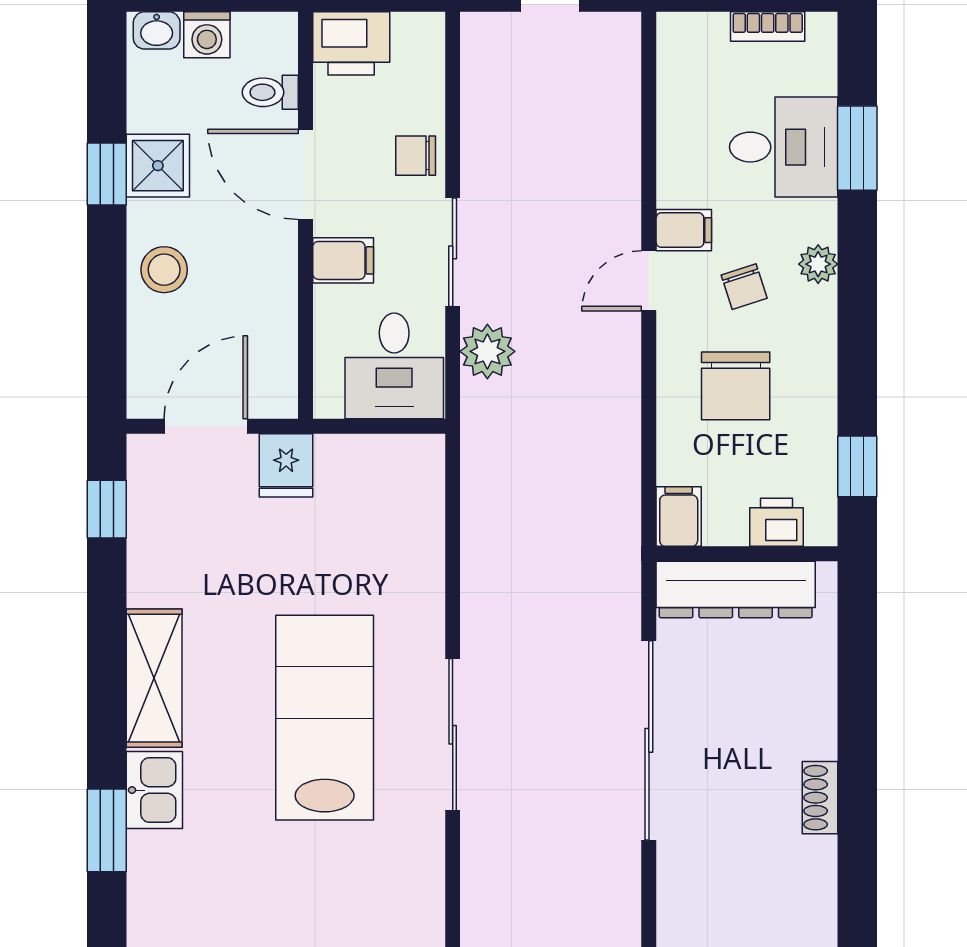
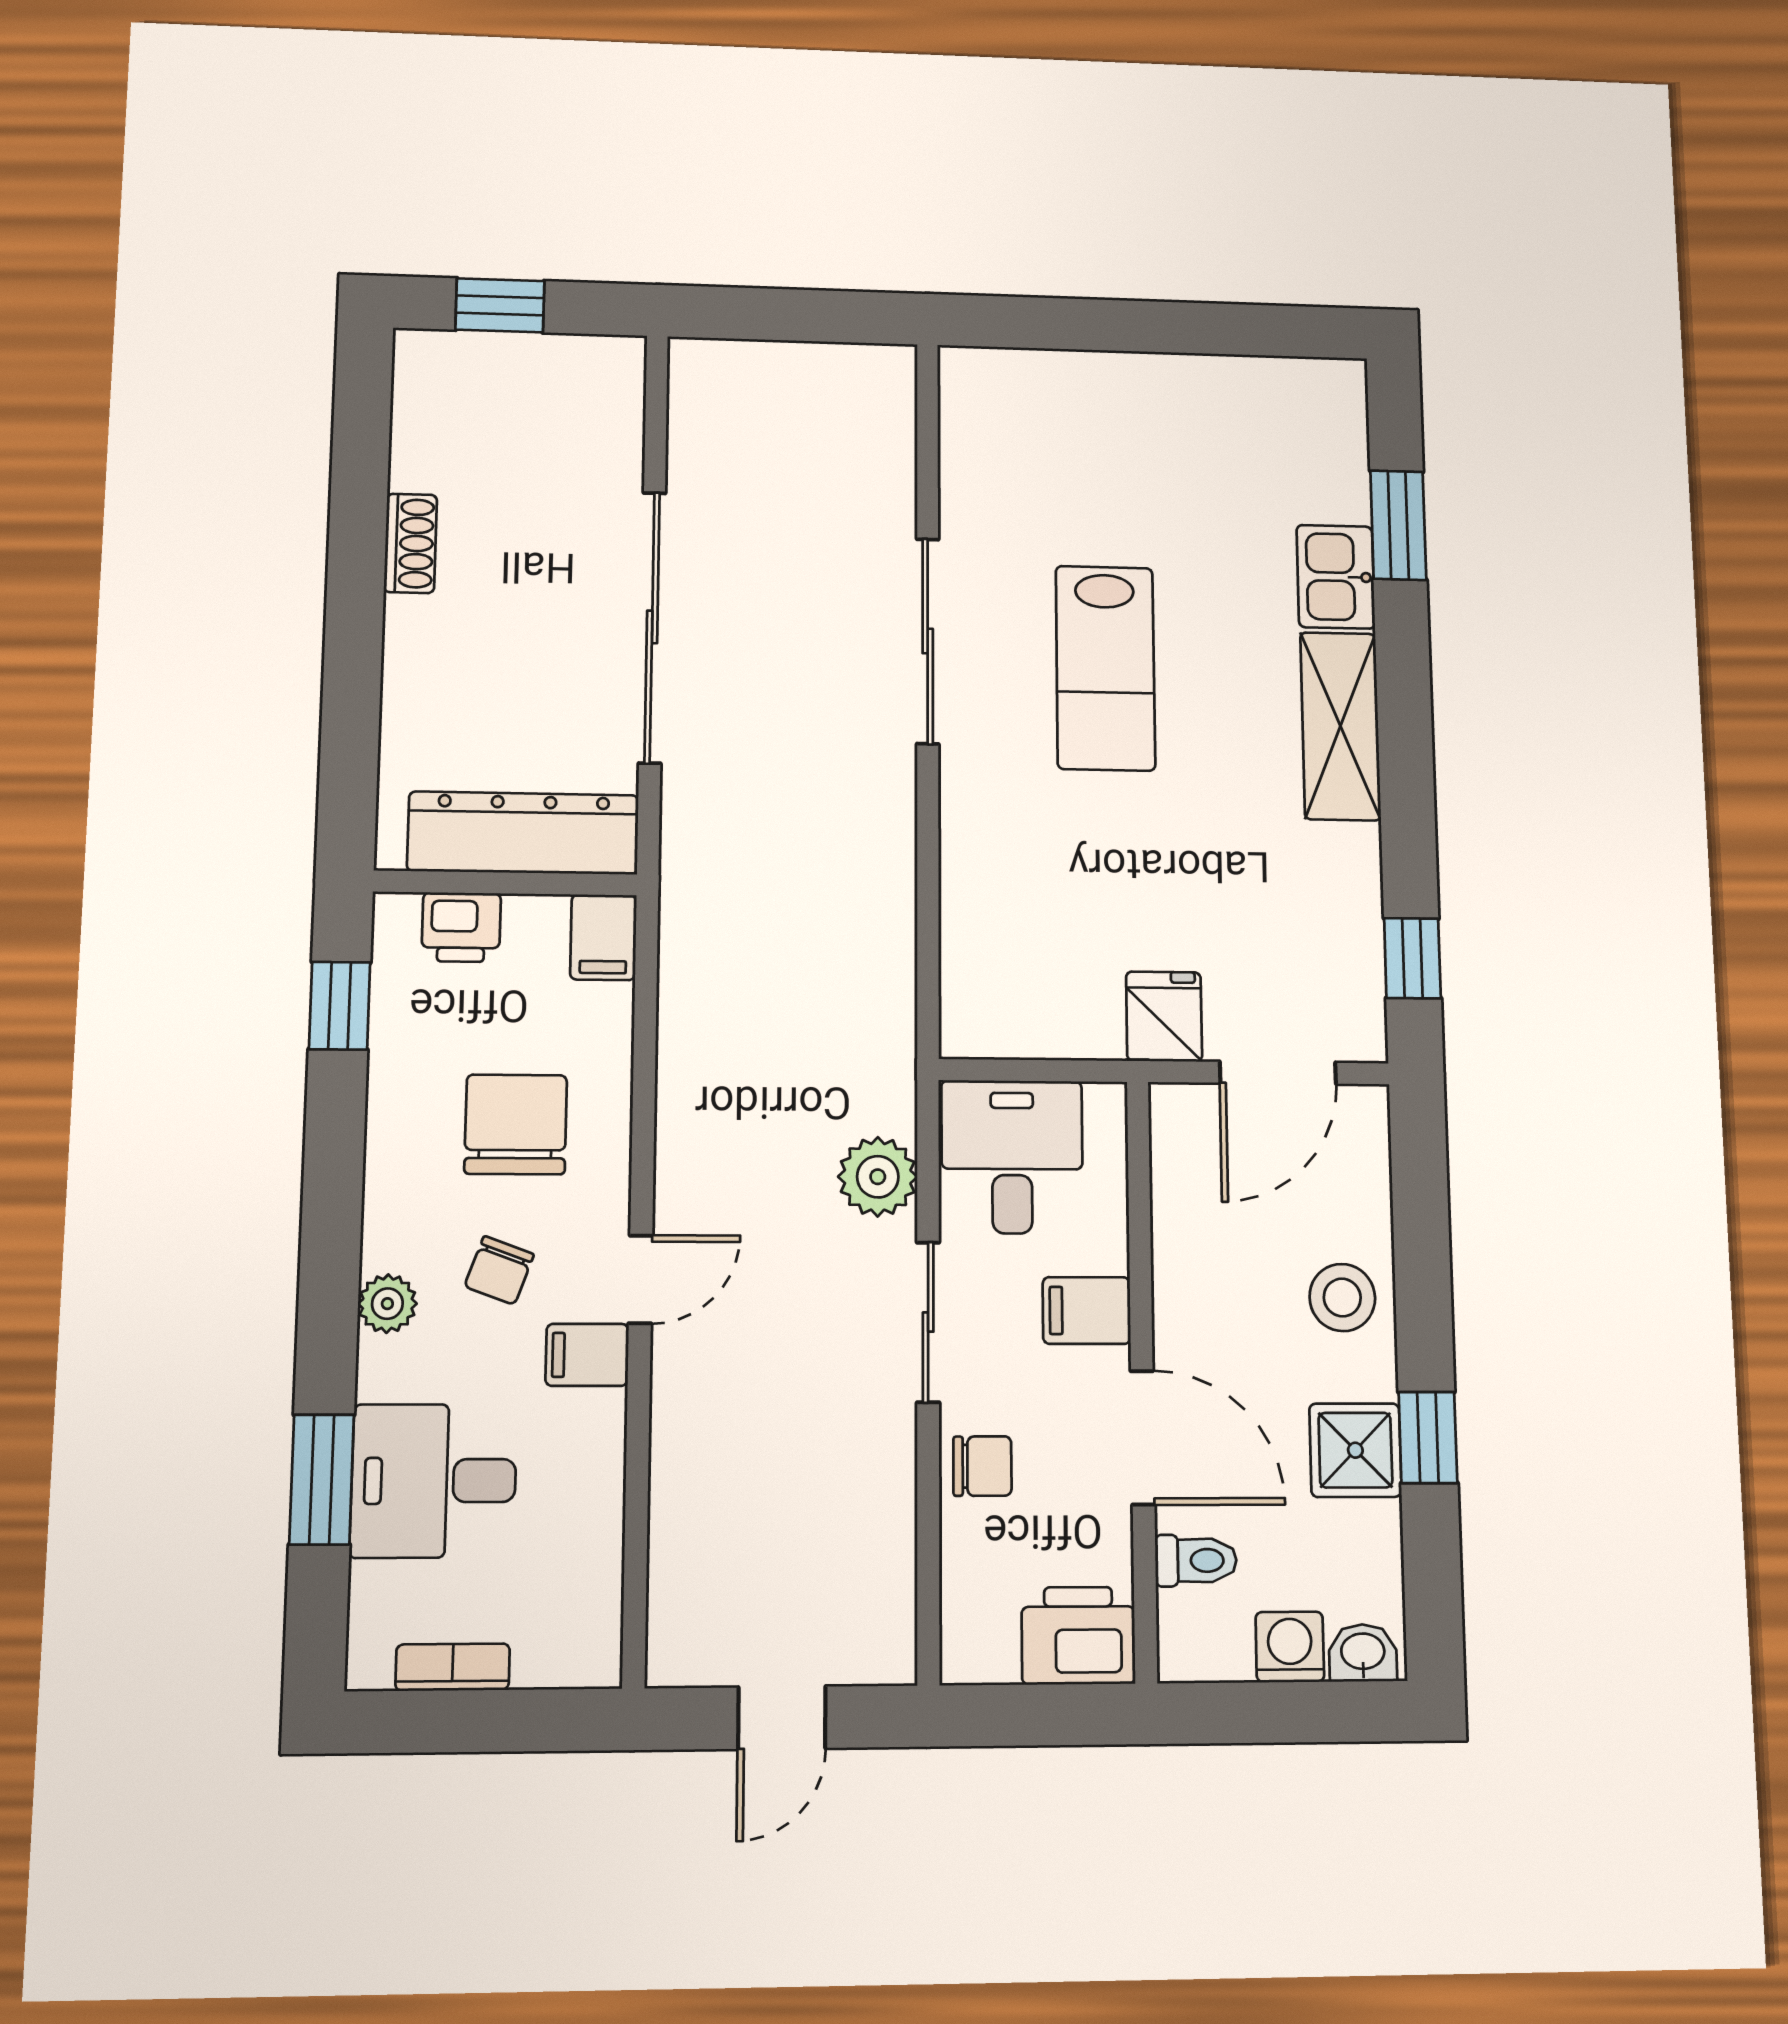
chair: (744, 287) -> (499, 1270), turned -142
lab bench: (325, 718) -> (1105, 668), width x0.73, depth x0.72

